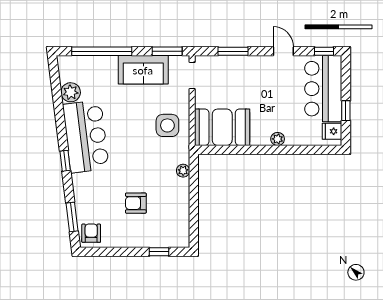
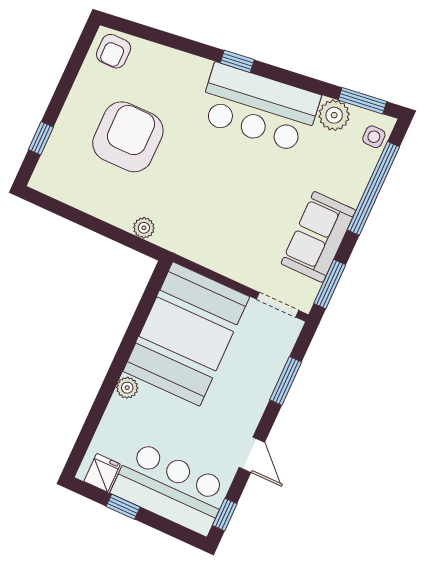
door: (283, 51) -> (252, 455), hinge flipped
side table: (167, 125) -> (374, 137), moved, width x0.54, depth x0.54
booth: (222, 127) -> (186, 334), width x1.36, depth x1.42
armchair: (136, 203) -> (128, 137), width x1.88, depth x1.88
window: (72, 217) -> (362, 101), moved
armchair: (91, 233) -> (114, 51), turned 90

